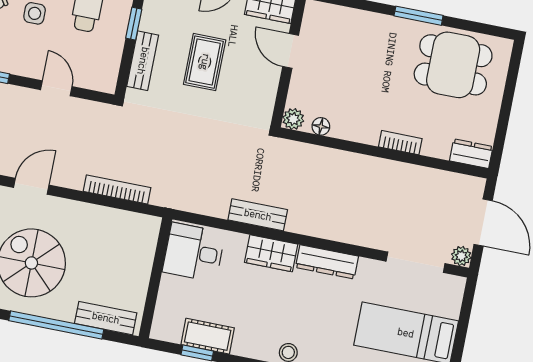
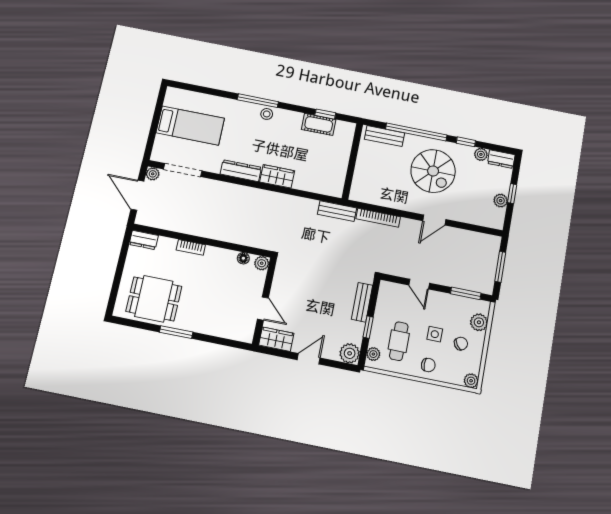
rug: (205, 62) -> (321, 301), removed
bench: (258, 215) -> (337, 211), moved
desk: (194, 252) -> (328, 177), removed

